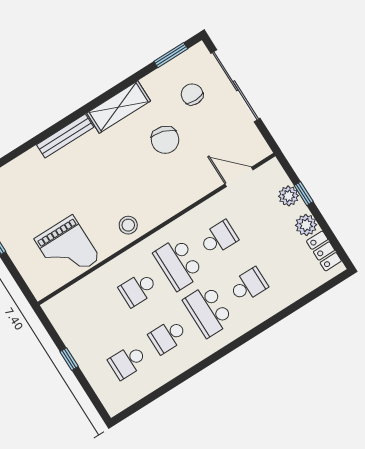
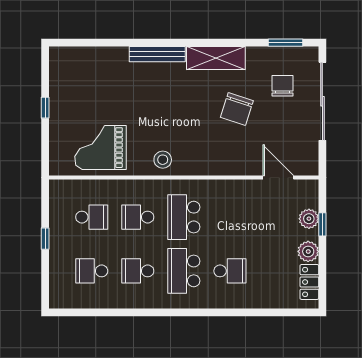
school desk: (219, 238) -> (92, 217), moved
grand piano: (67, 249) -> (101, 148), turned 90

